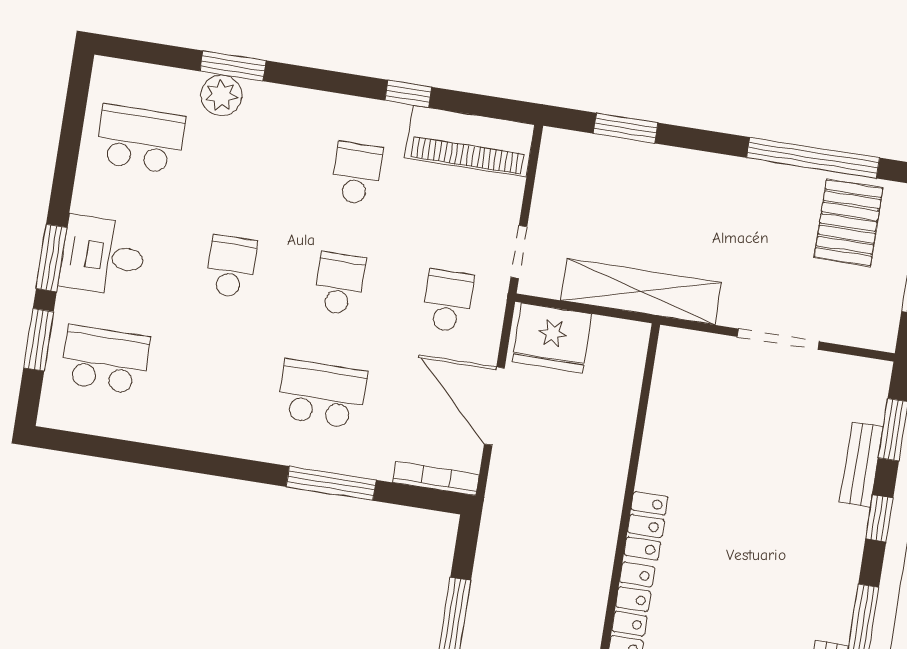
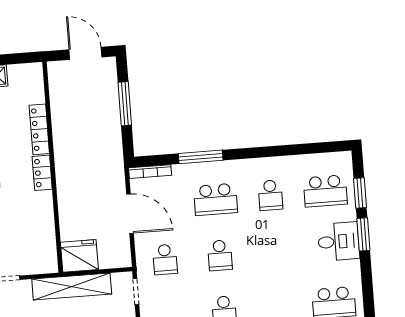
school desk: (231, 267) -> (270, 195), moved
fridge: (552, 338) -> (79, 256), moved

